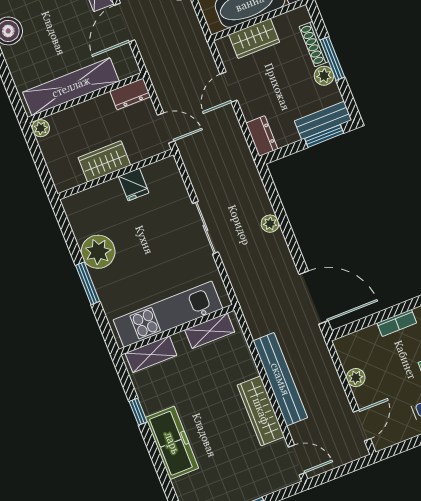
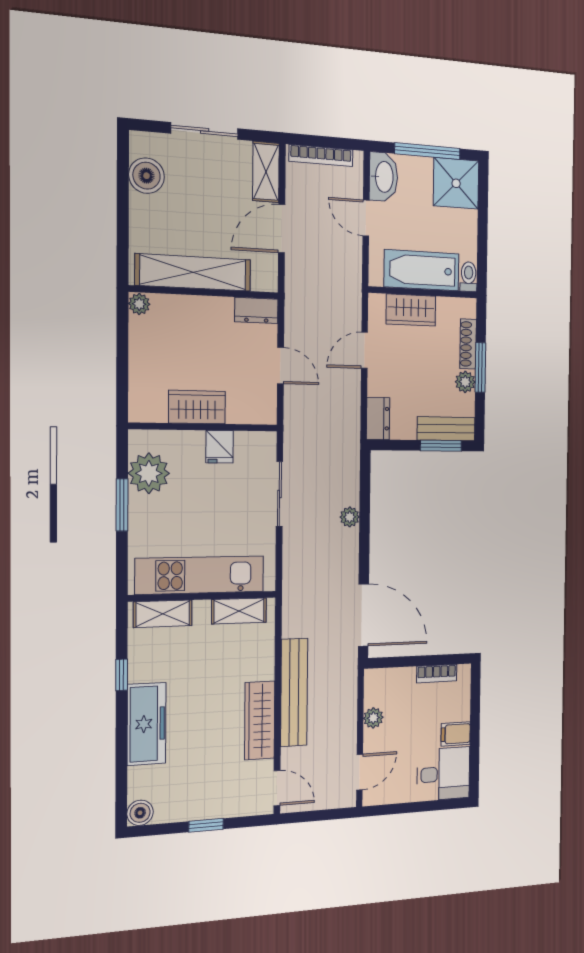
wardrobe: (104, 161) -> (197, 407), moved
wall: (115, 174) -> (204, 427), moved
fridge: (134, 185) -> (220, 447), moved

